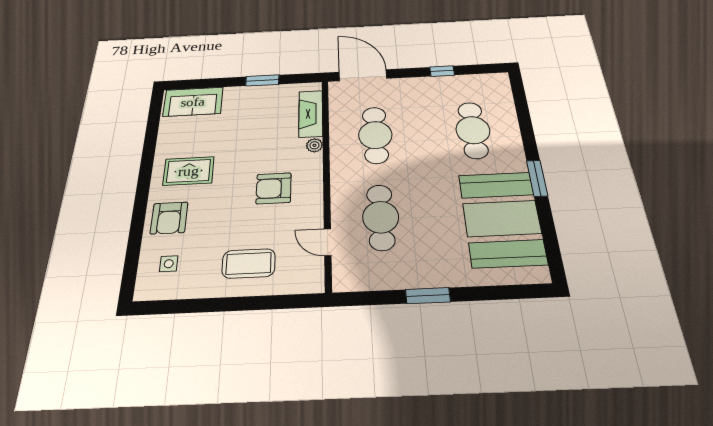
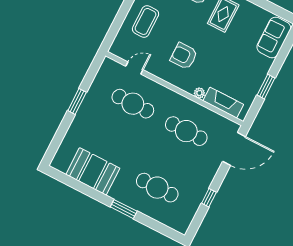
window: (537, 178) -> (124, 209), moved
armchair: (274, 188) -> (184, 56), turned -90
booth: (502, 218) -> (93, 171), width x0.73, depth x0.70

